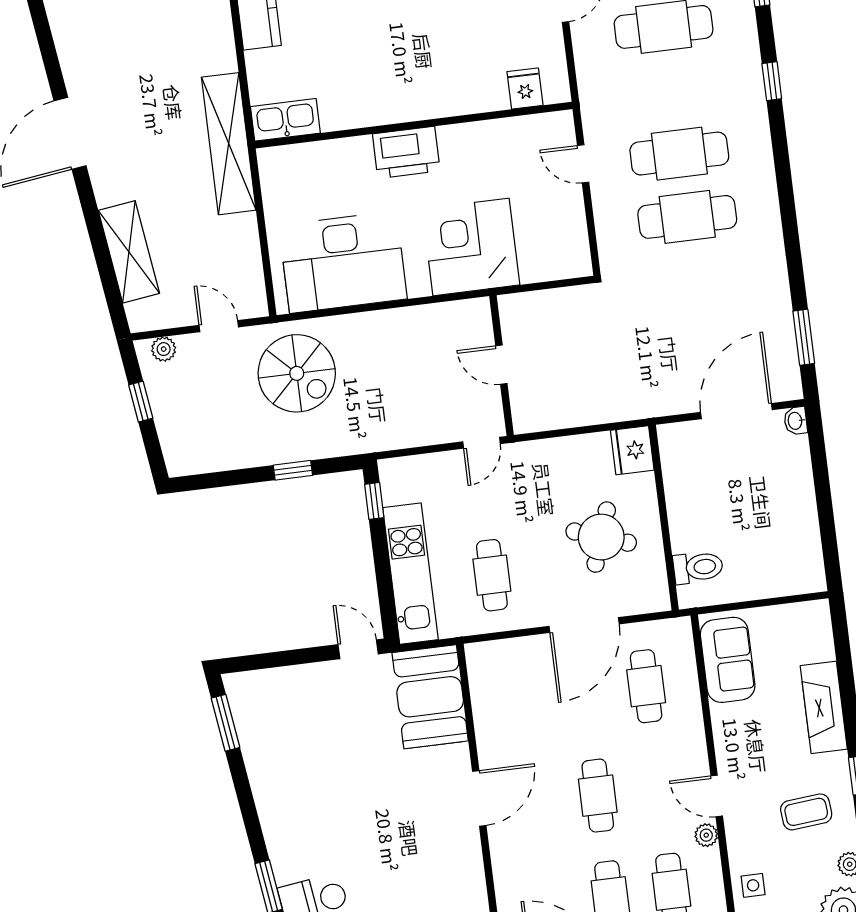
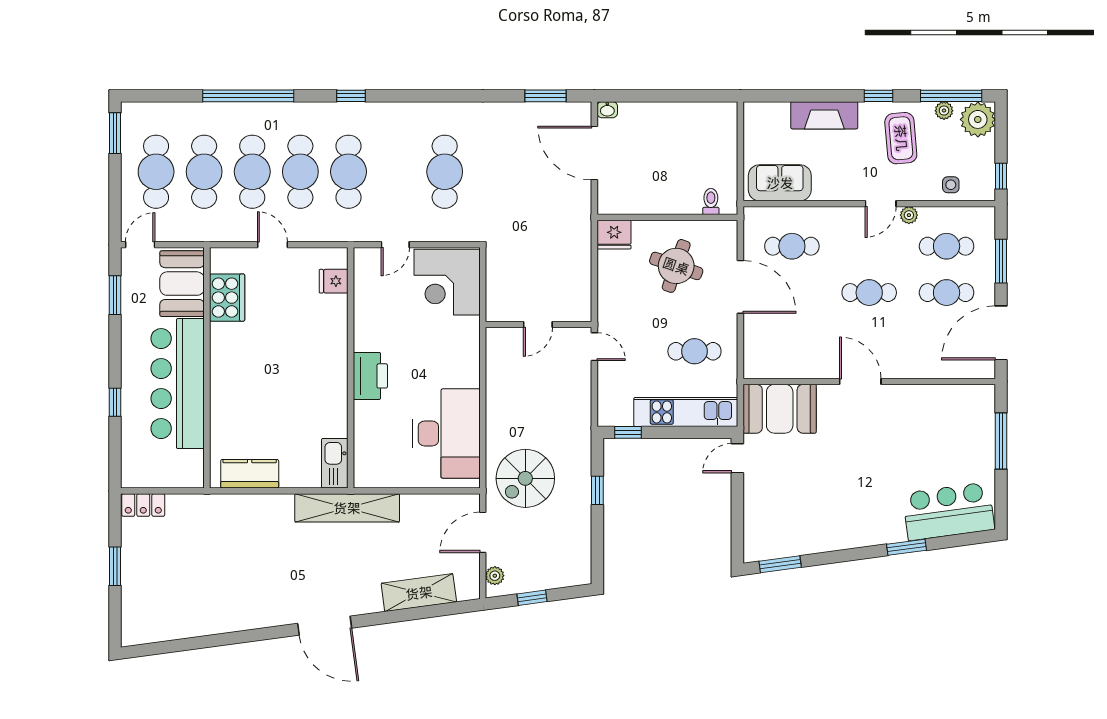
cafe table: (679, 154) -> (348, 172), moved
corner desk: (471, 247) -> (447, 282), moved
door: (219, 326) -> (483, 532), width x1.38
spiral stairs: (297, 373) -> (525, 478), turned 180
toilet: (698, 567) -> (711, 201), width x0.73, depth x0.72
coffee table: (806, 812) -> (901, 138), width x1.36, depth x1.30

